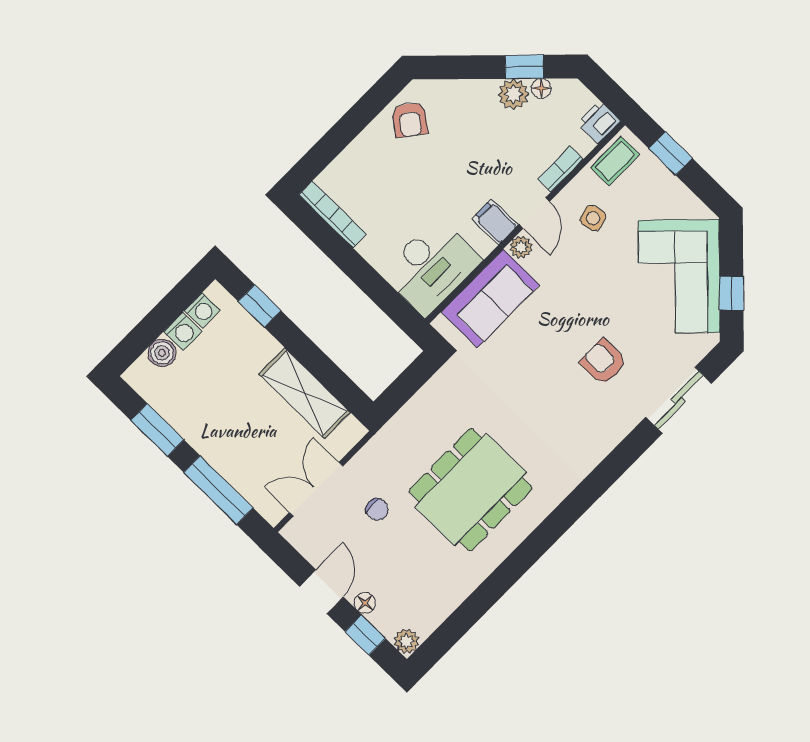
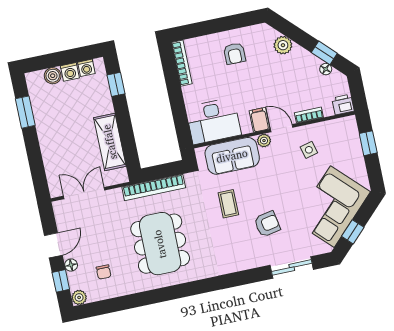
plant: (513, 94) -> (283, 45), moved
armchair: (410, 120) -> (234, 54), moved, turned -37
coffee table: (615, 161) -> (228, 204), moved, turned 90
door: (534, 213) -> (282, 128), swing flipped
armchair: (603, 362) -> (267, 224), turned 79
bookcase: (409, 416) -> (154, 187), added
window: (218, 490) -> (36, 162), removed
dining table: (471, 490) -> (160, 244), turned 90
chair: (377, 509) -> (104, 272), moved

